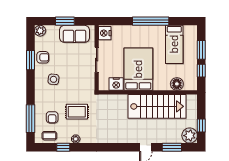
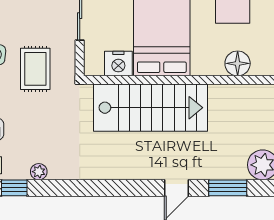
stairs: (157, 106) -> (150, 108), moved
rug: (77, 112) -> (35, 69), moved, turned 90

